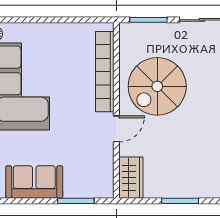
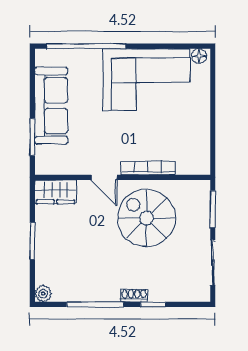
bookcase: (105, 72) -> (148, 168), width x0.68, depth x0.76
sofa: (34, 182) -> (51, 106), width x1.36

